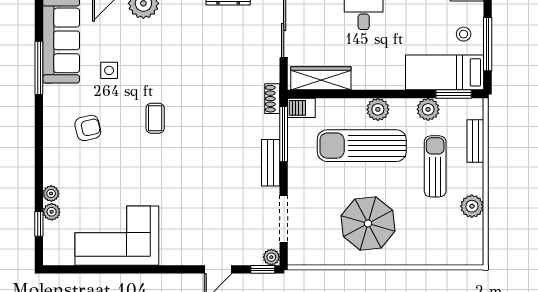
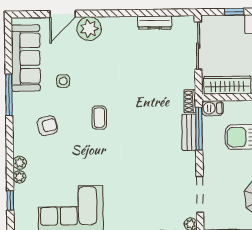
window: (39, 68) -> (9, 95), moved
bench: (271, 163) -> (189, 132), moved
plant: (52, 212) -> (20, 163), moved

